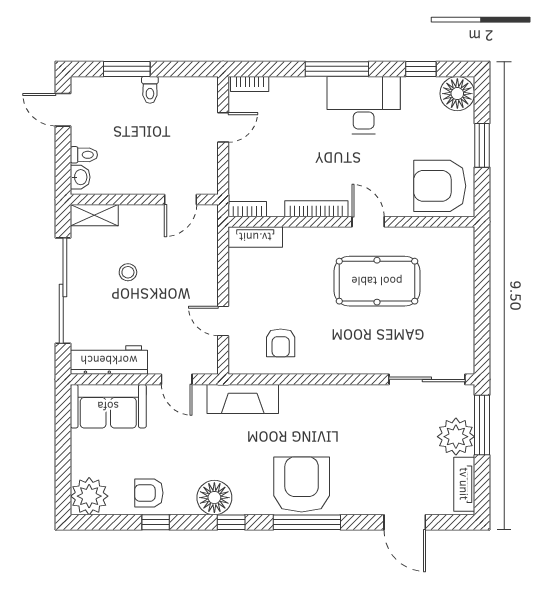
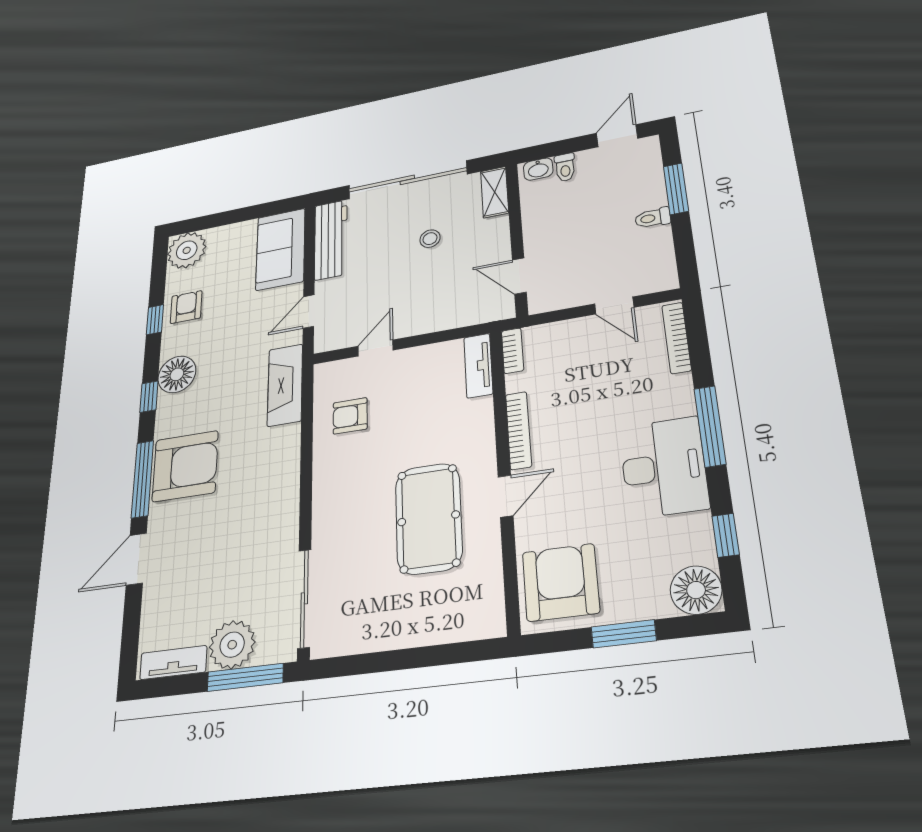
bookcase: (250, 84) -> (677, 338), width x1.56
door: (405, 522) -> (136, 559), moved

